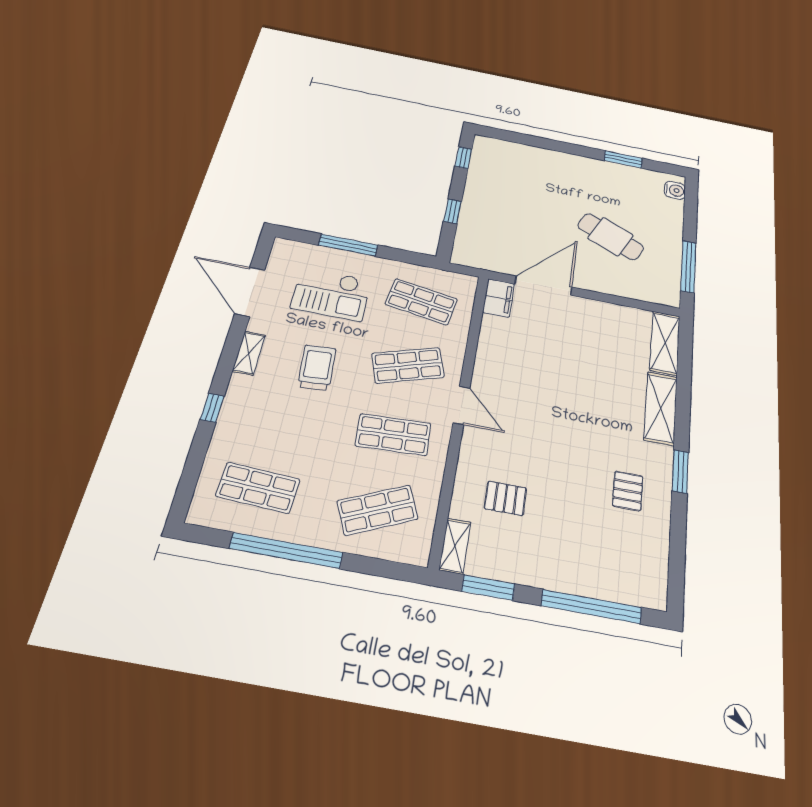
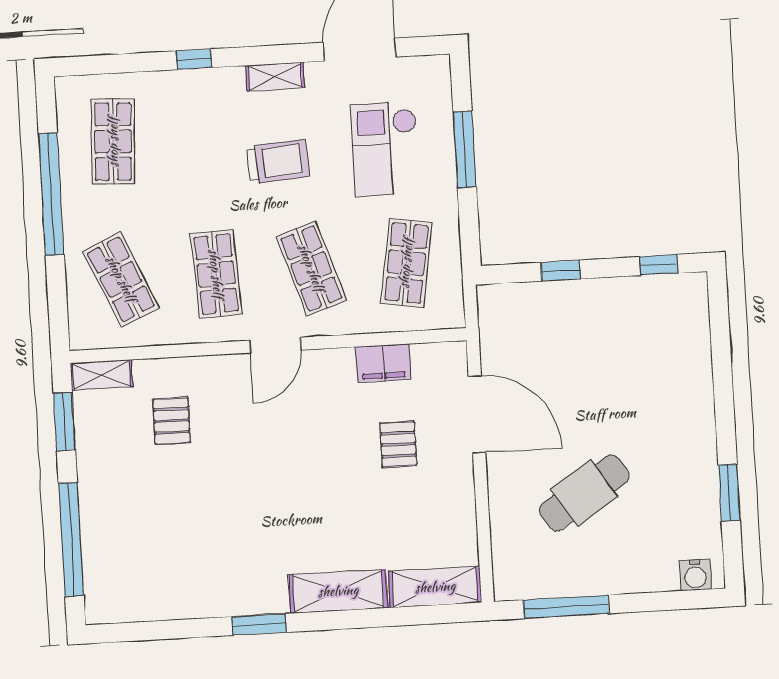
cafe table: (611, 237) -> (584, 493), turned 32
filing cabinet: (499, 298) -> (383, 363), moved
pallet: (628, 491) -> (398, 444), moved, turned 90

